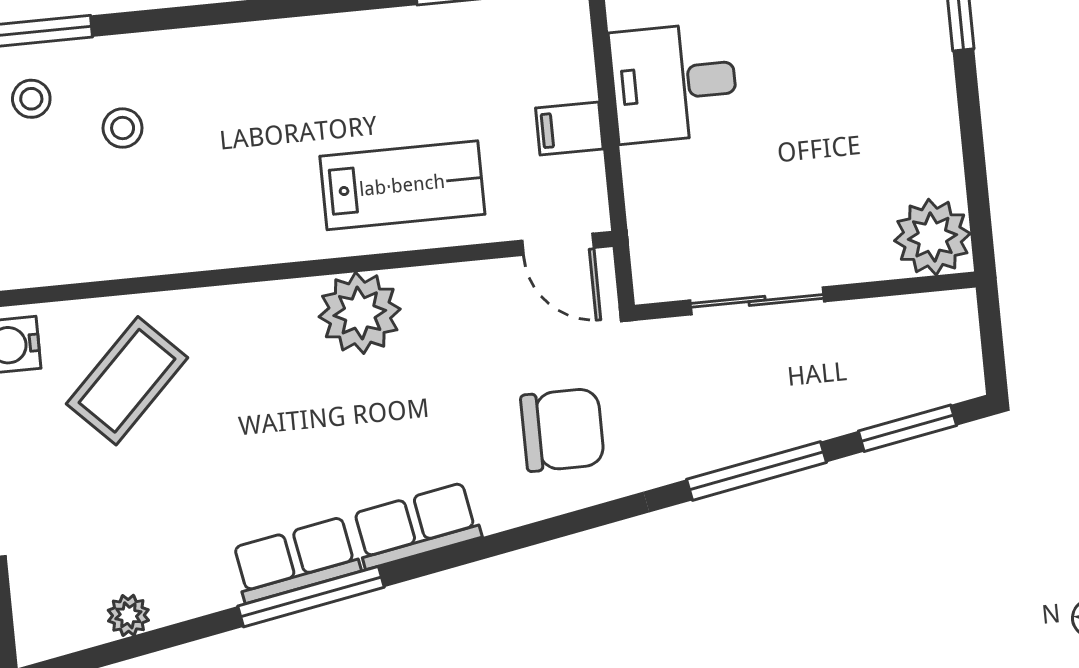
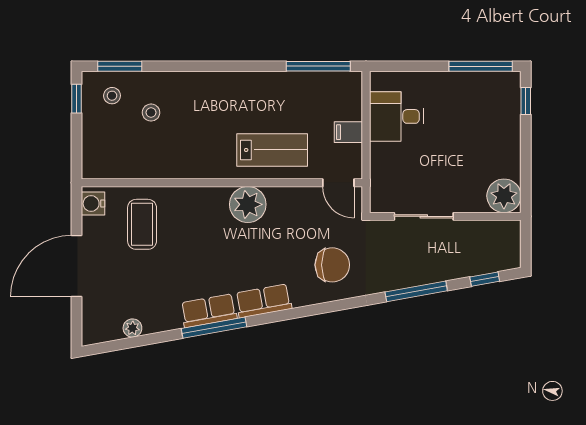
coffee table: (127, 381) -> (142, 224), turned -45
window: (907, 428) -> (485, 279), width x0.67

